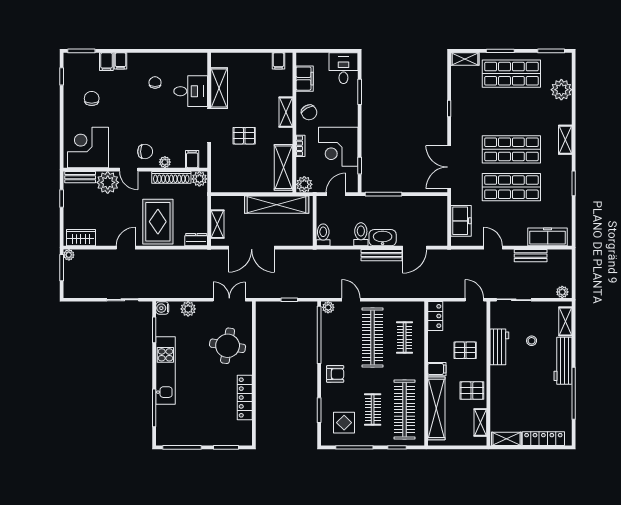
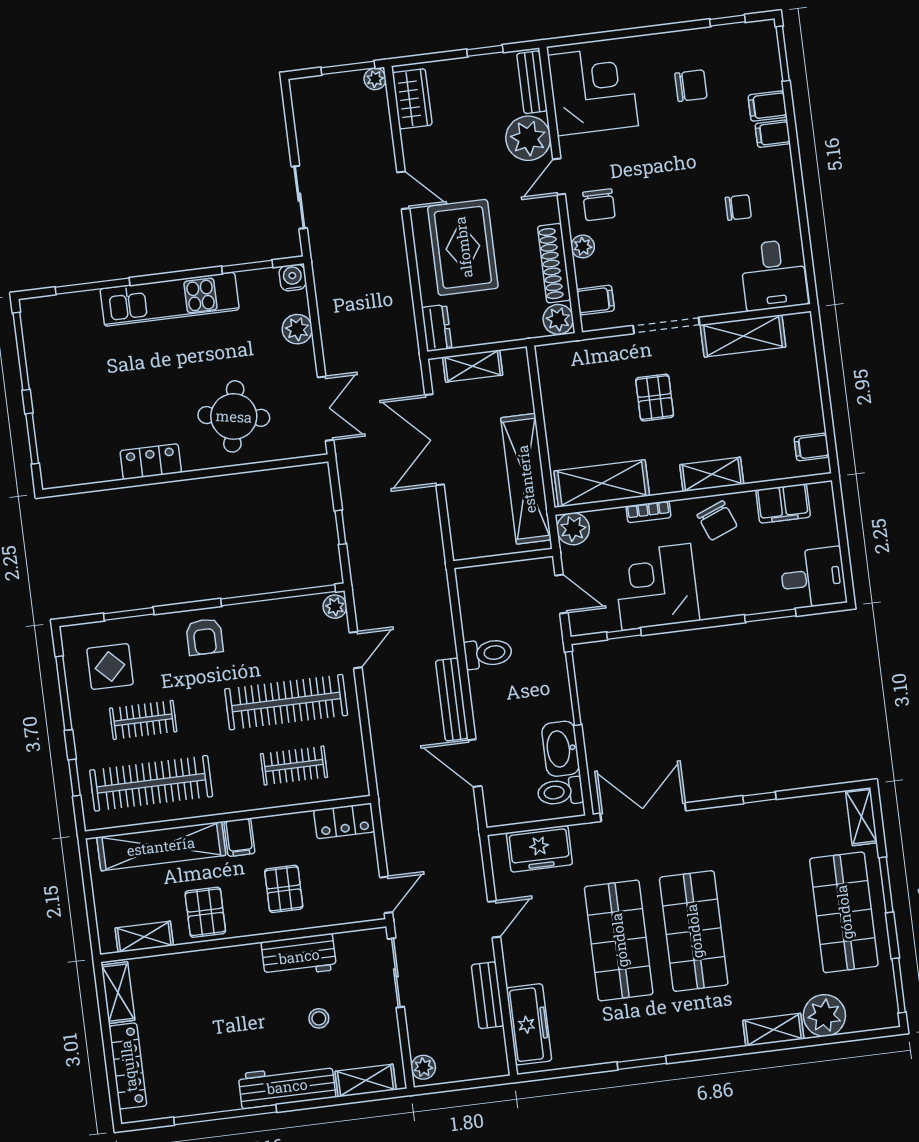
desk: (191, 91) -> (774, 275), moved
chair: (309, 112) -> (717, 521), turned -83
shelving: (565, 140) -> (773, 1030), moved
rug: (158, 222) -> (463, 247), turned 90
toilet: (323, 235) -> (560, 792), moved, turned 180
washbasin: (383, 238) -> (561, 749), moved, turned 180
locker: (245, 397) -> (151, 462), width x0.66

